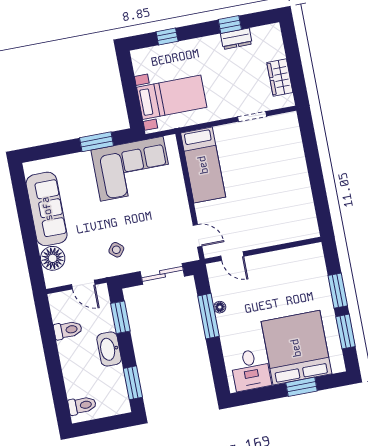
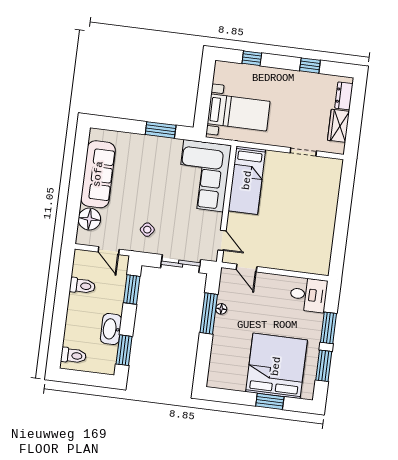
dresser: (236, 39) -> (344, 96), moved, turned 90
corner sofa: (132, 169) -> (204, 176), moved, turned 90
washbasin: (109, 349) -> (111, 329), moved
desk: (251, 370) -> (308, 295), moved, turned -90

